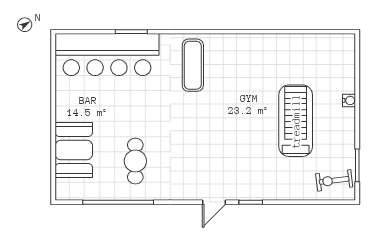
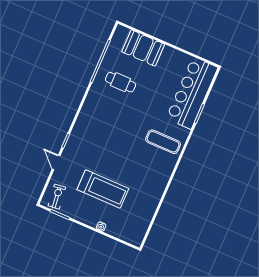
door: (214, 202) -> (56, 162), moved

